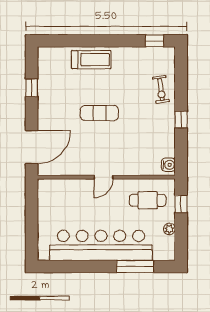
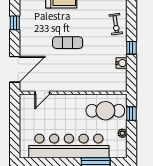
water cooler: (168, 165) -> (122, 63), moved
door: (103, 177) -> (42, 93), moved
cafe table: (148, 200) -> (105, 111), width x1.37, depth x1.35

